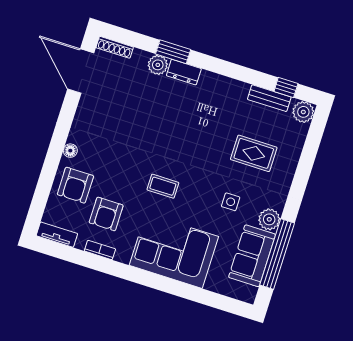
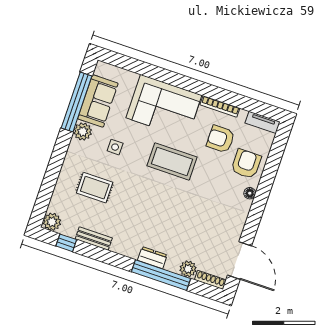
window: (173, 52) -> (161, 275), width x2.11
plant: (158, 65) -> (188, 269), moved
bench: (269, 98) -> (94, 239), moved
coffee table: (163, 186) -> (172, 161), width x1.86, depth x1.72
armchair: (106, 214) -> (221, 139), turned -90
bookcase: (100, 250) -> (220, 106), width x1.56

